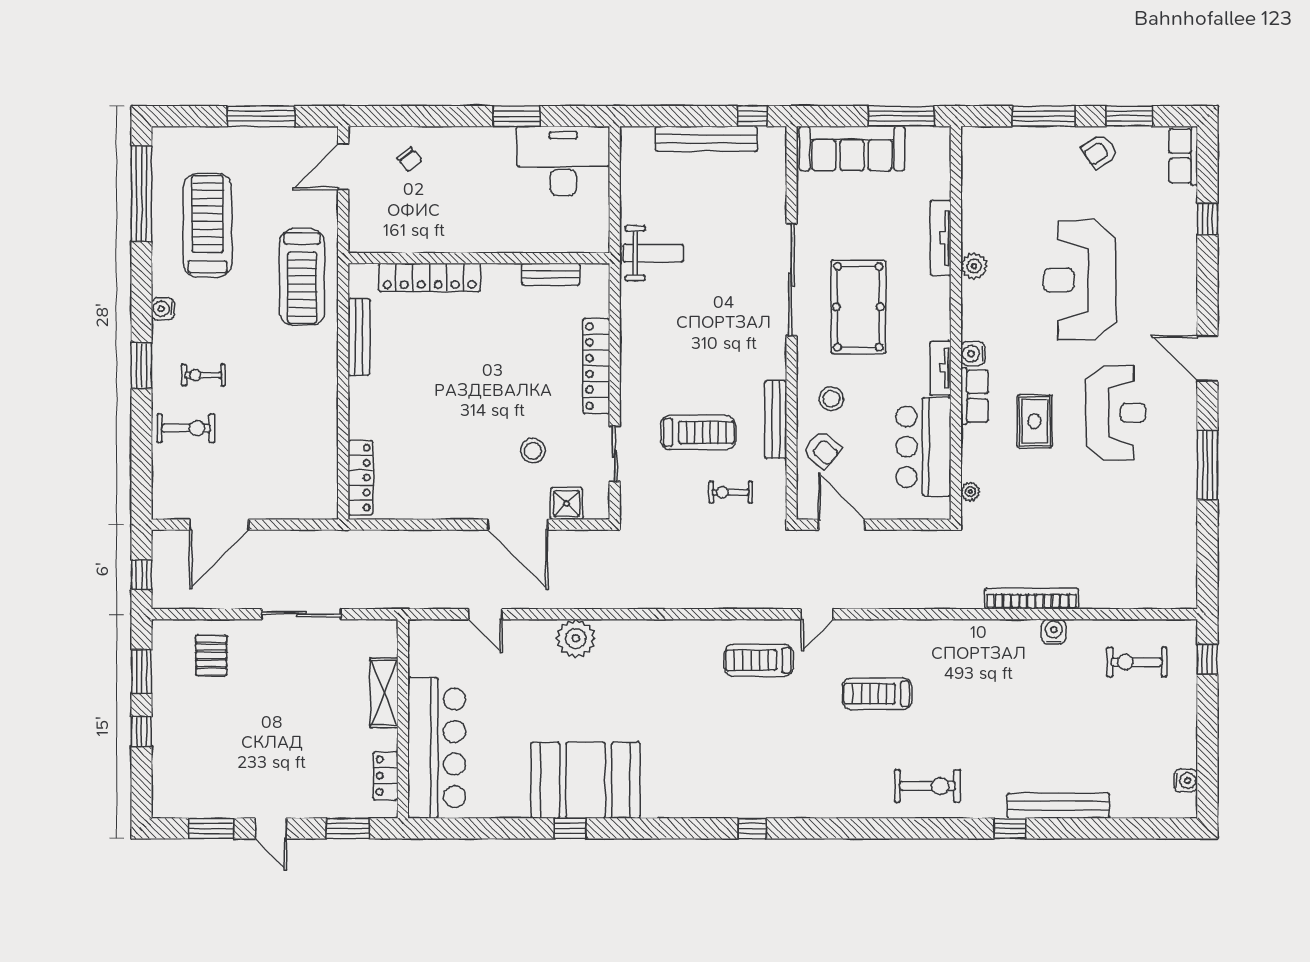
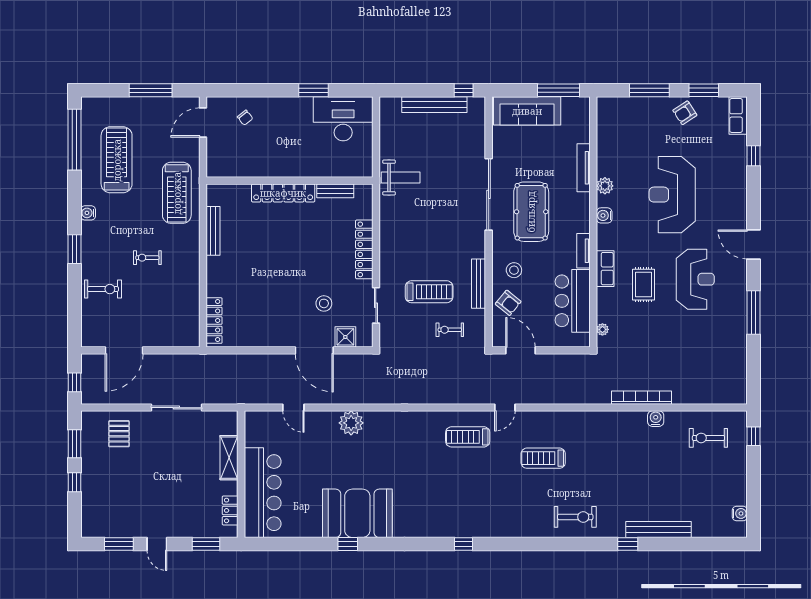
locker: (430, 277) -> (283, 193), moved
water cooler: (973, 354) -> (604, 215), moved
exercise bike: (203, 375) -> (147, 258), moved

